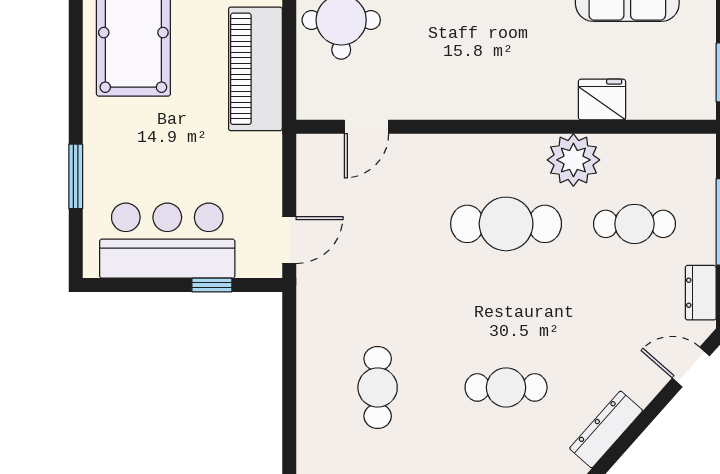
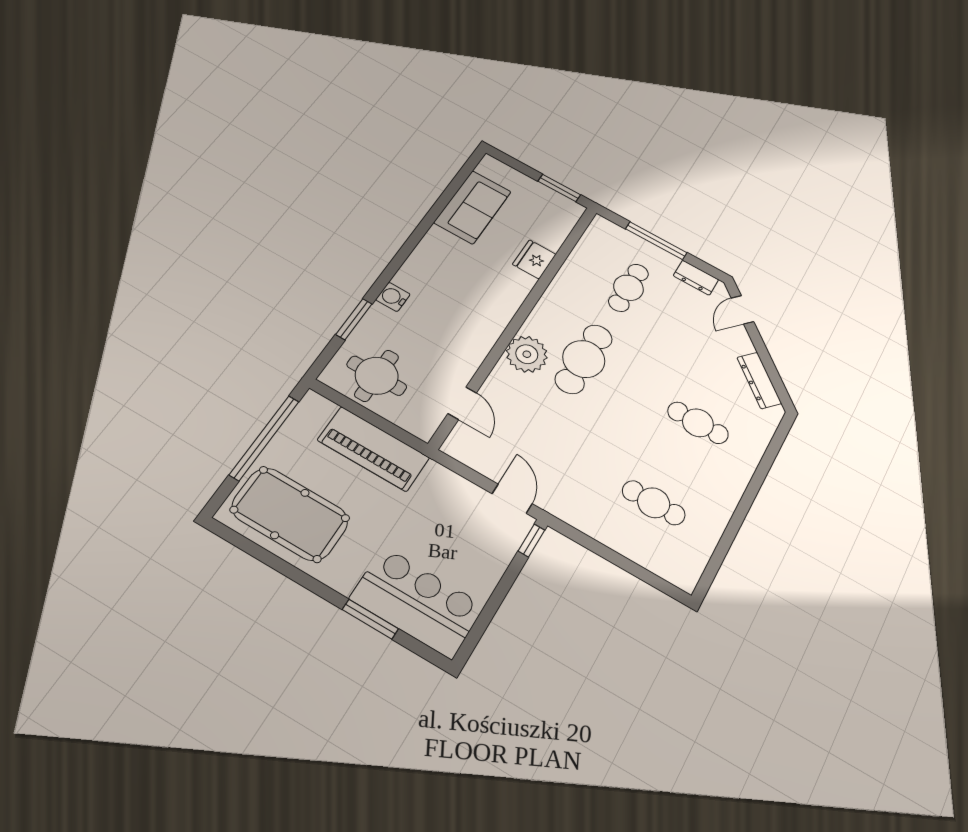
plant: (573, 160) -> (527, 354), moved
bar counter: (167, 241) -> (417, 602), moved, turned 90
window: (212, 285) -> (531, 541), moved
cafe table: (506, 387) -> (698, 423), turned 90

